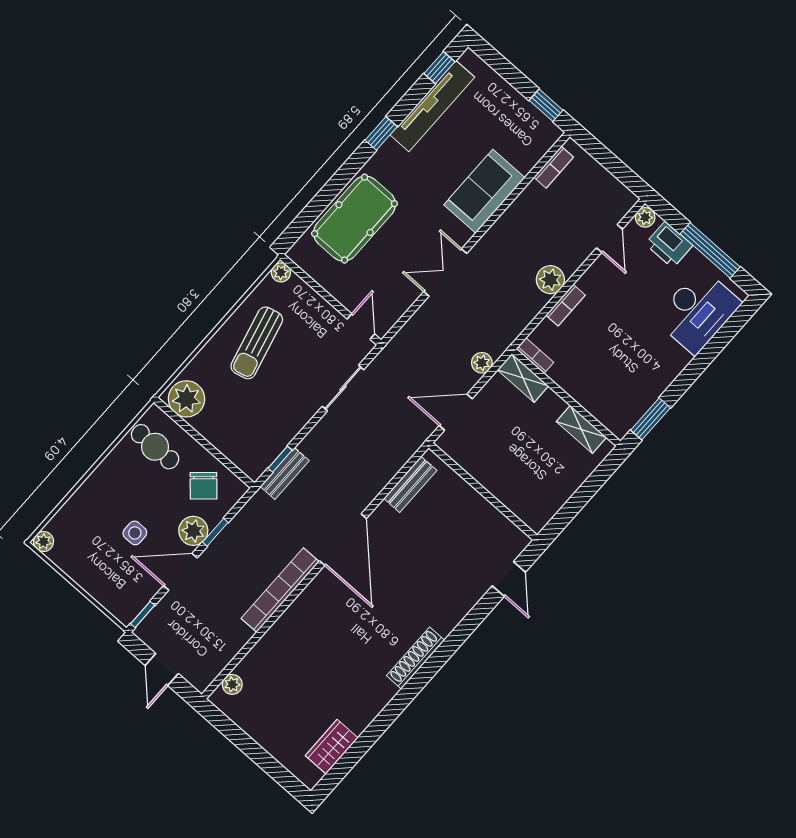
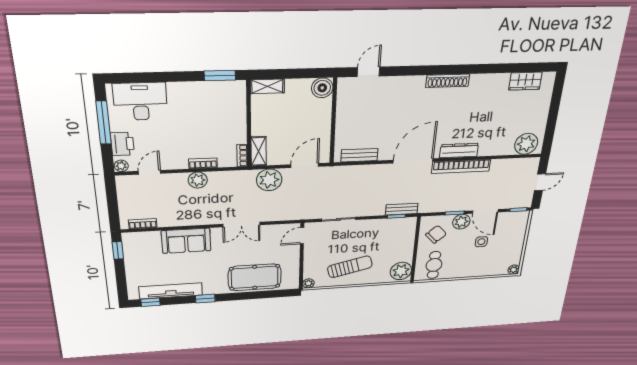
plant: (482, 363) -> (269, 180), width x1.87, depth x1.87
door: (456, 412) -> (305, 166), swing flipped
shelving: (581, 429) -> (267, 86), moved, turned 90
boiler: (536, 513) -> (322, 88), added
dresser: (306, 604) -> (459, 150), added
plant: (232, 684) -> (526, 144), width x1.88, depth x1.88

